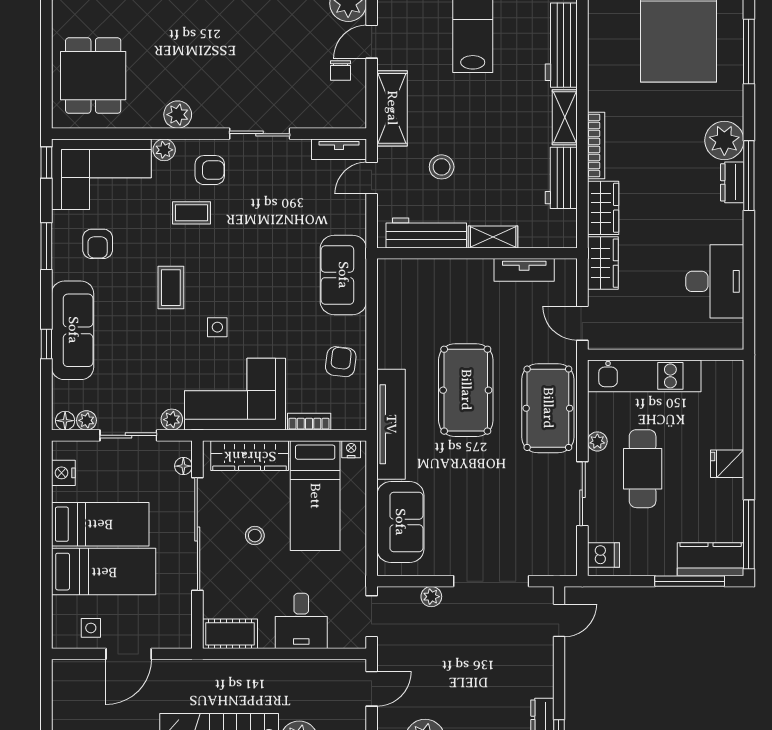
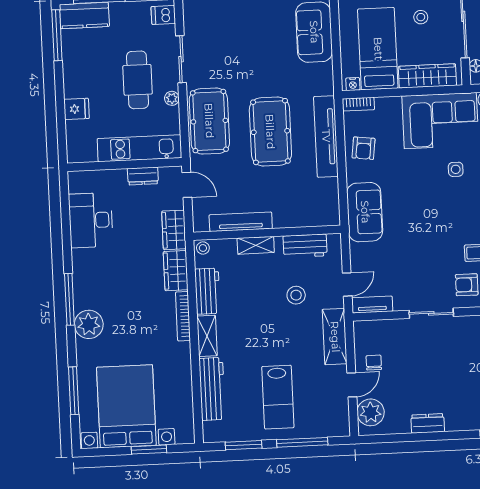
dresser: (732, 182) -> (143, 176), moved, turned 90
workbench: (426, 233) -> (305, 246), width x0.73
stool: (565, 237) -> (203, 248), added
tv unit: (524, 270) -> (241, 222), width x1.41
bookcase: (309, 422) -> (358, 104), moved
tv unit: (391, 424) -> (326, 136), moved
fridge: (727, 464) -> (76, 109), moved

